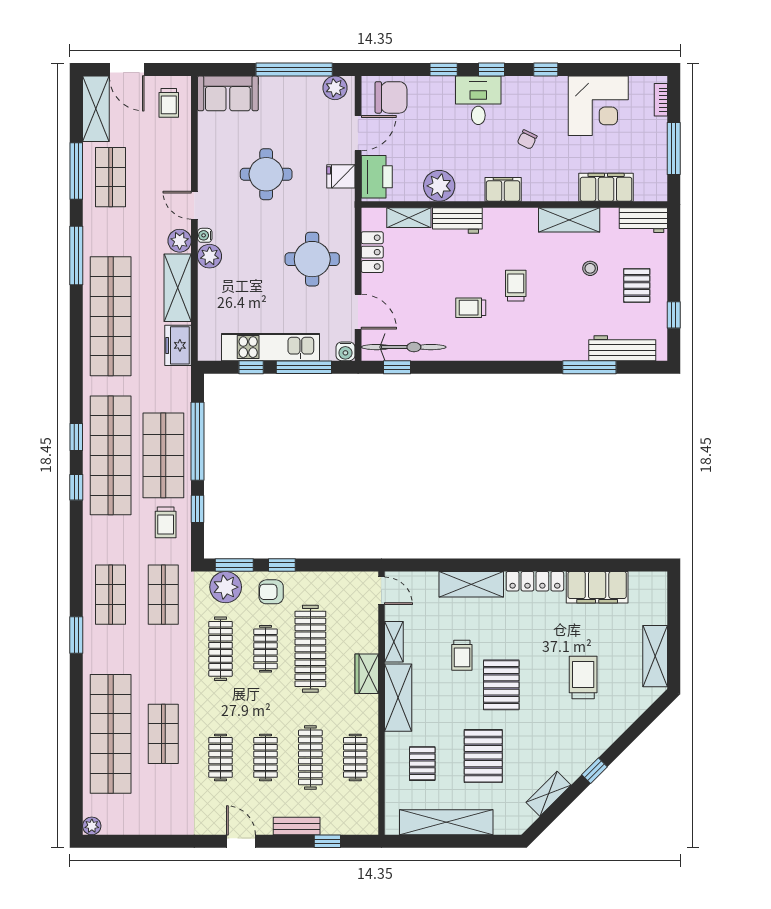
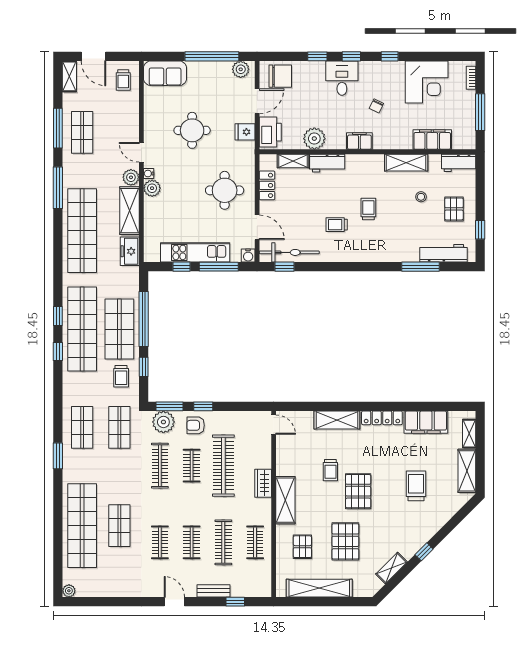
shelving: (96, 109) -> (69, 76), width x0.67, depth x0.75
shelving: (394, 642) -> (469, 434), moved

